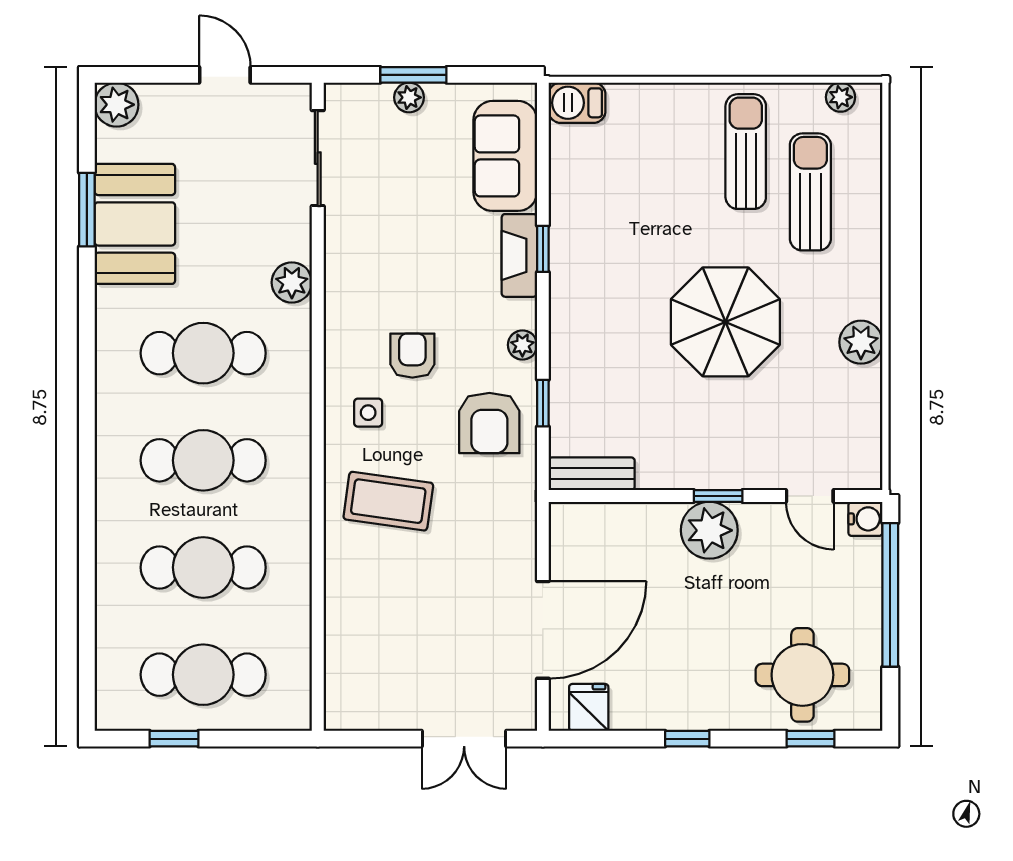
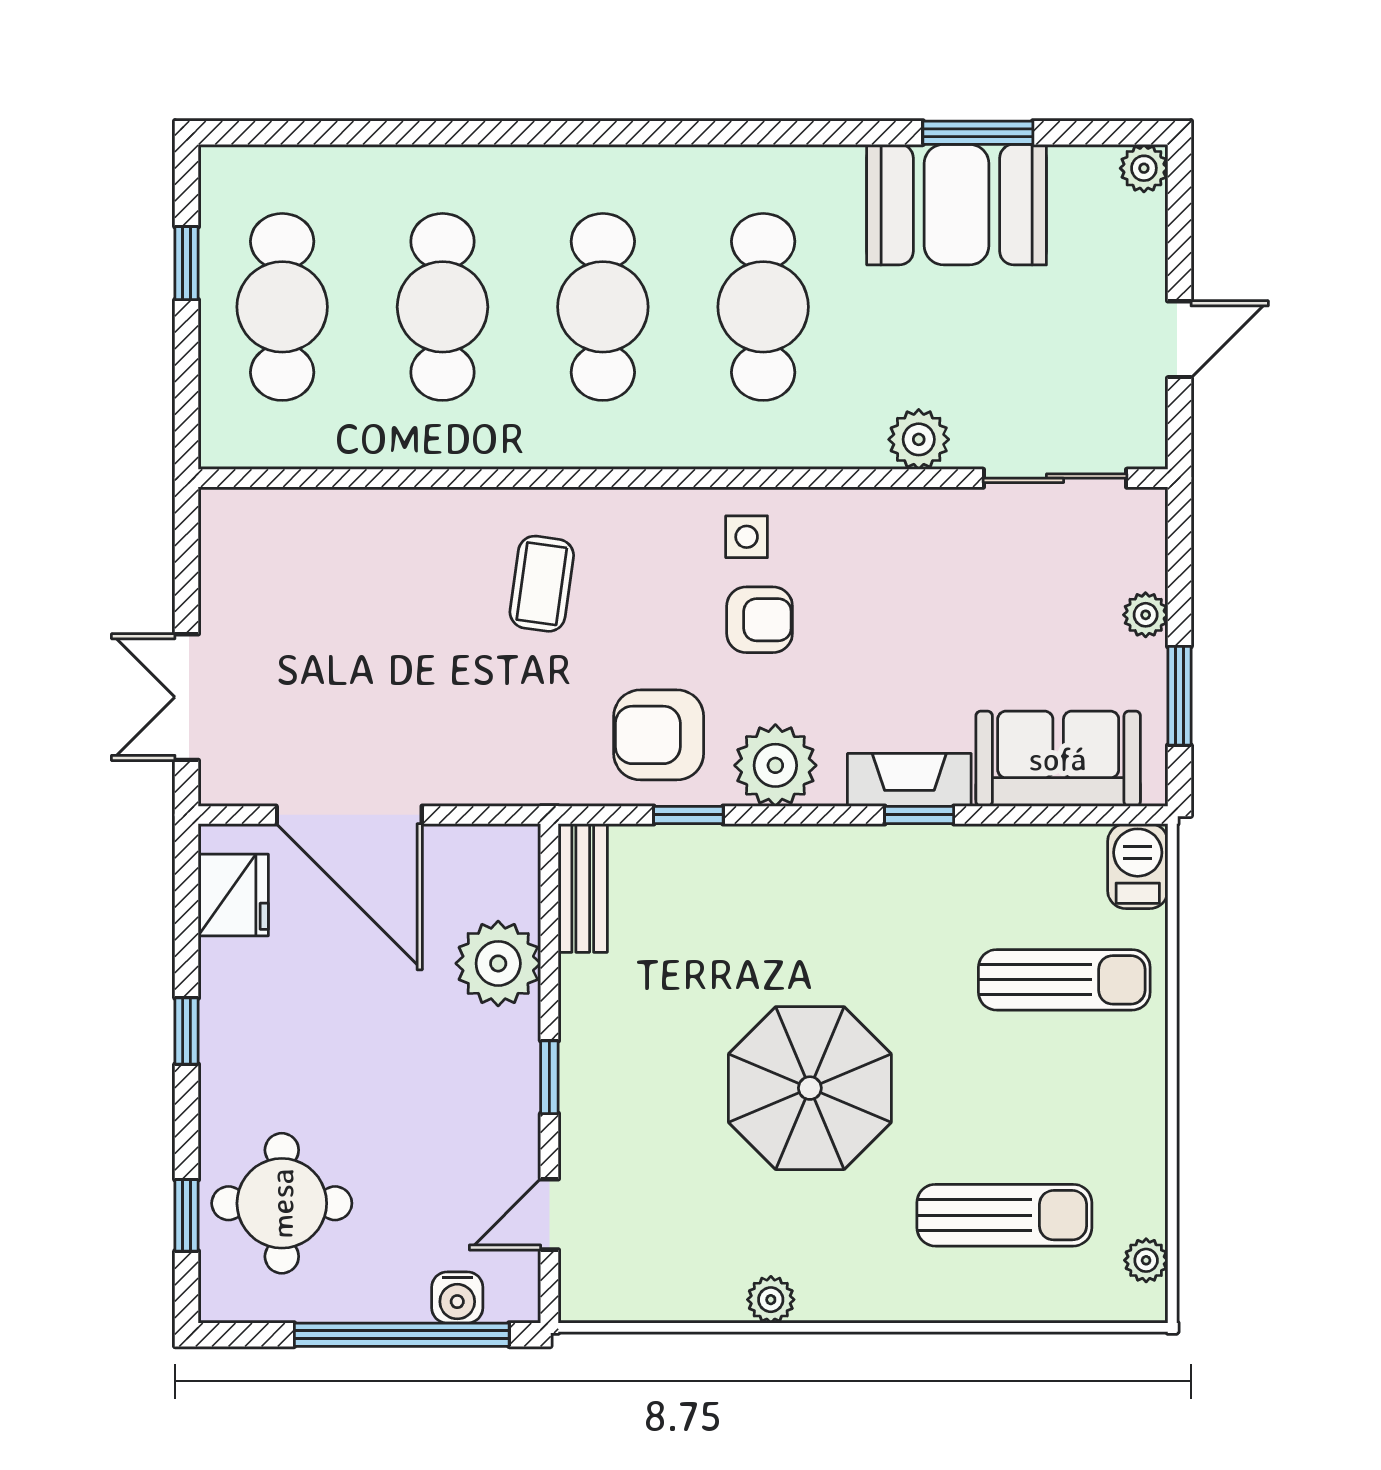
window: (413, 75) -> (1179, 696), moved
plant: (117, 105) -> (1144, 168), width x0.73, depth x0.73
sun lounger: (746, 152) -> (1064, 980), moved
plant: (292, 282) -> (919, 439), moved
plant: (861, 342) -> (771, 1300), width x0.73, depth x0.73
plant: (522, 345) -> (775, 765), width x1.88, depth x1.88
side table: (368, 413) -> (747, 537), moved
coffee table: (388, 501) -> (542, 584), width x0.73, depth x0.77
water cooler: (865, 519) -> (457, 1297), moved
plant: (709, 530) -> (498, 963), moved
fridge: (589, 707) -> (233, 895), width x1.38

